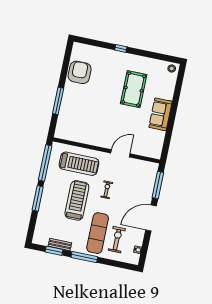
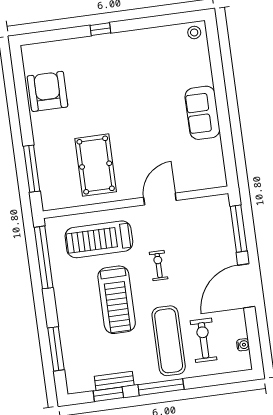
pool table: (134, 89) -> (96, 165), moved
window: (58, 101) -> (32, 169), moved
treadmill: (79, 164) -> (99, 239), turned 180
window: (38, 198) -> (56, 349), moved
treadmill: (77, 200) -> (117, 300), turned 180

